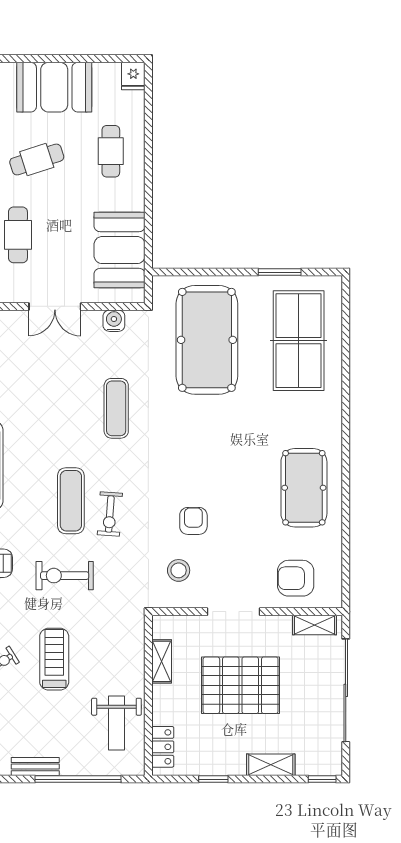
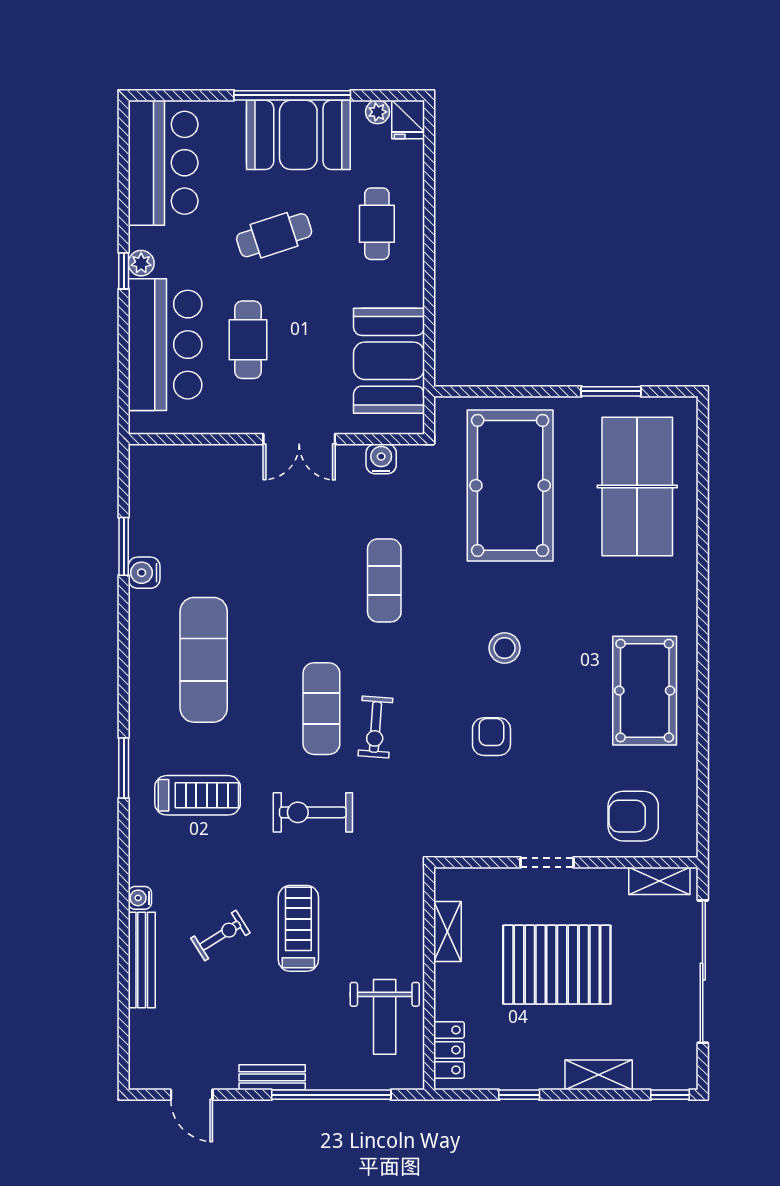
window: (50, 59) -> (292, 95), added
plant: (111, 71) -> (378, 112), added
stool: (179, 570) -> (505, 648), moved
doorway: (233, 612) -> (547, 862), width x0.73

